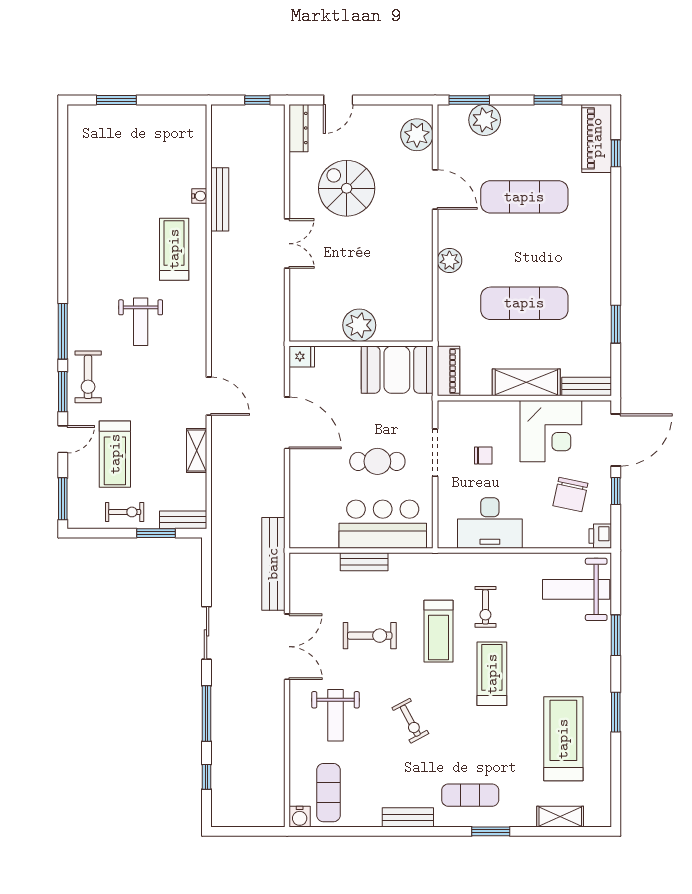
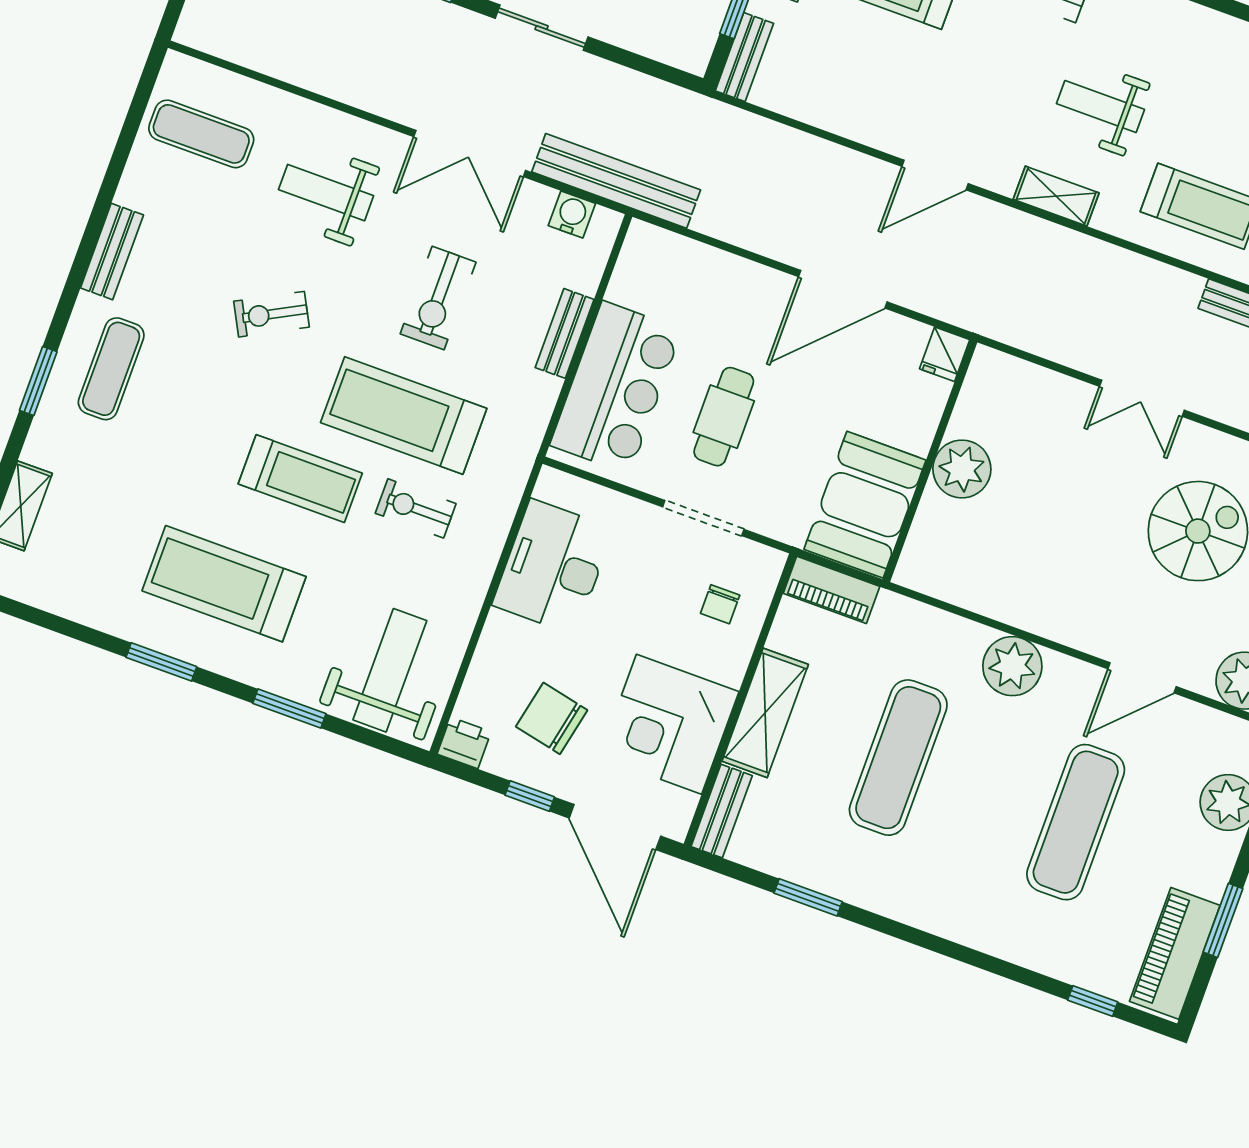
window: (548, 100) -> (1223, 920), width x1.50
piano: (597, 138) -> (1175, 953), moved, turned -90
plant: (449, 260) -> (1012, 666), width x1.36, depth x1.36
shelving: (197, 450) -> (1056, 196), moved
chair: (483, 456) -> (720, 604), moved
treadmill: (439, 631) -> (404, 416), width x1.37, depth x1.38
treadmill: (563, 739) -> (224, 584), moved, turned 180
water cooler: (300, 817) -> (572, 214), moved, turned 90

